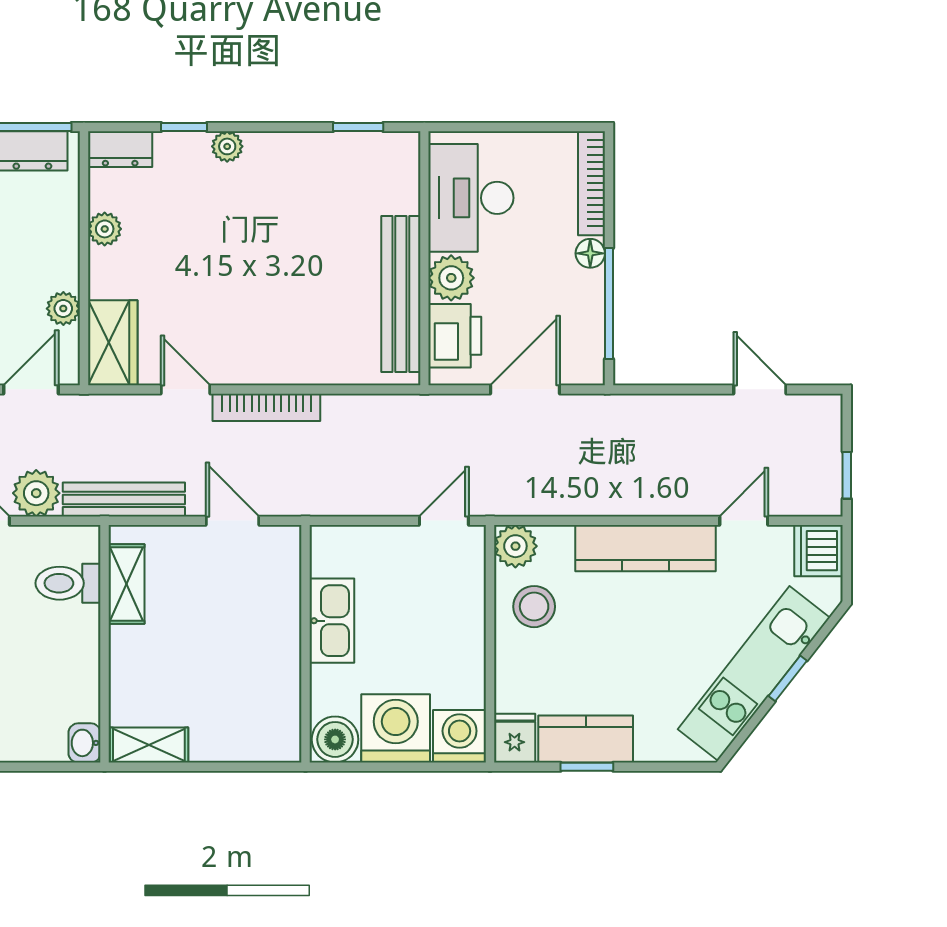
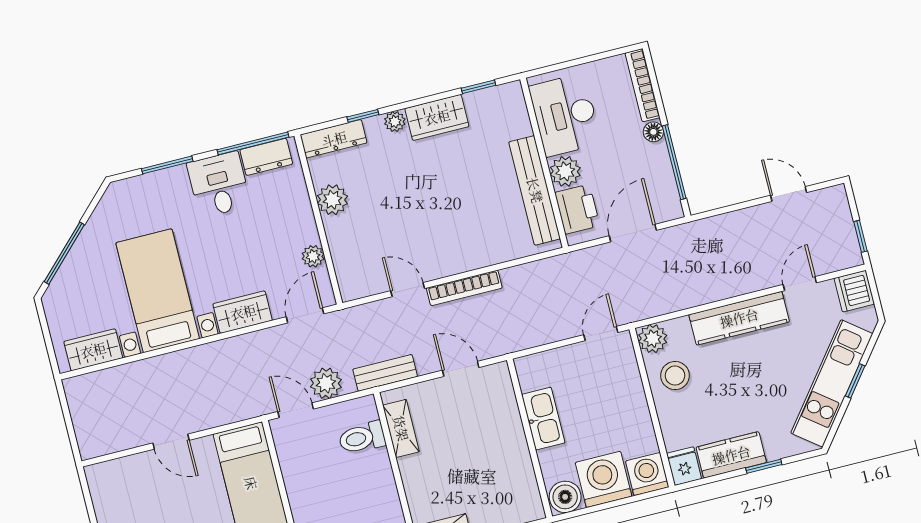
dresser: (120, 149) -> (334, 139), width x1.44
plant: (105, 229) -> (332, 200), width x1.38, depth x1.38
wardrobe: (113, 343) -> (437, 117), moved, turned 90
bench: (124, 499) -> (385, 373), width x0.73
window: (587, 767) -> (764, 466), moved

